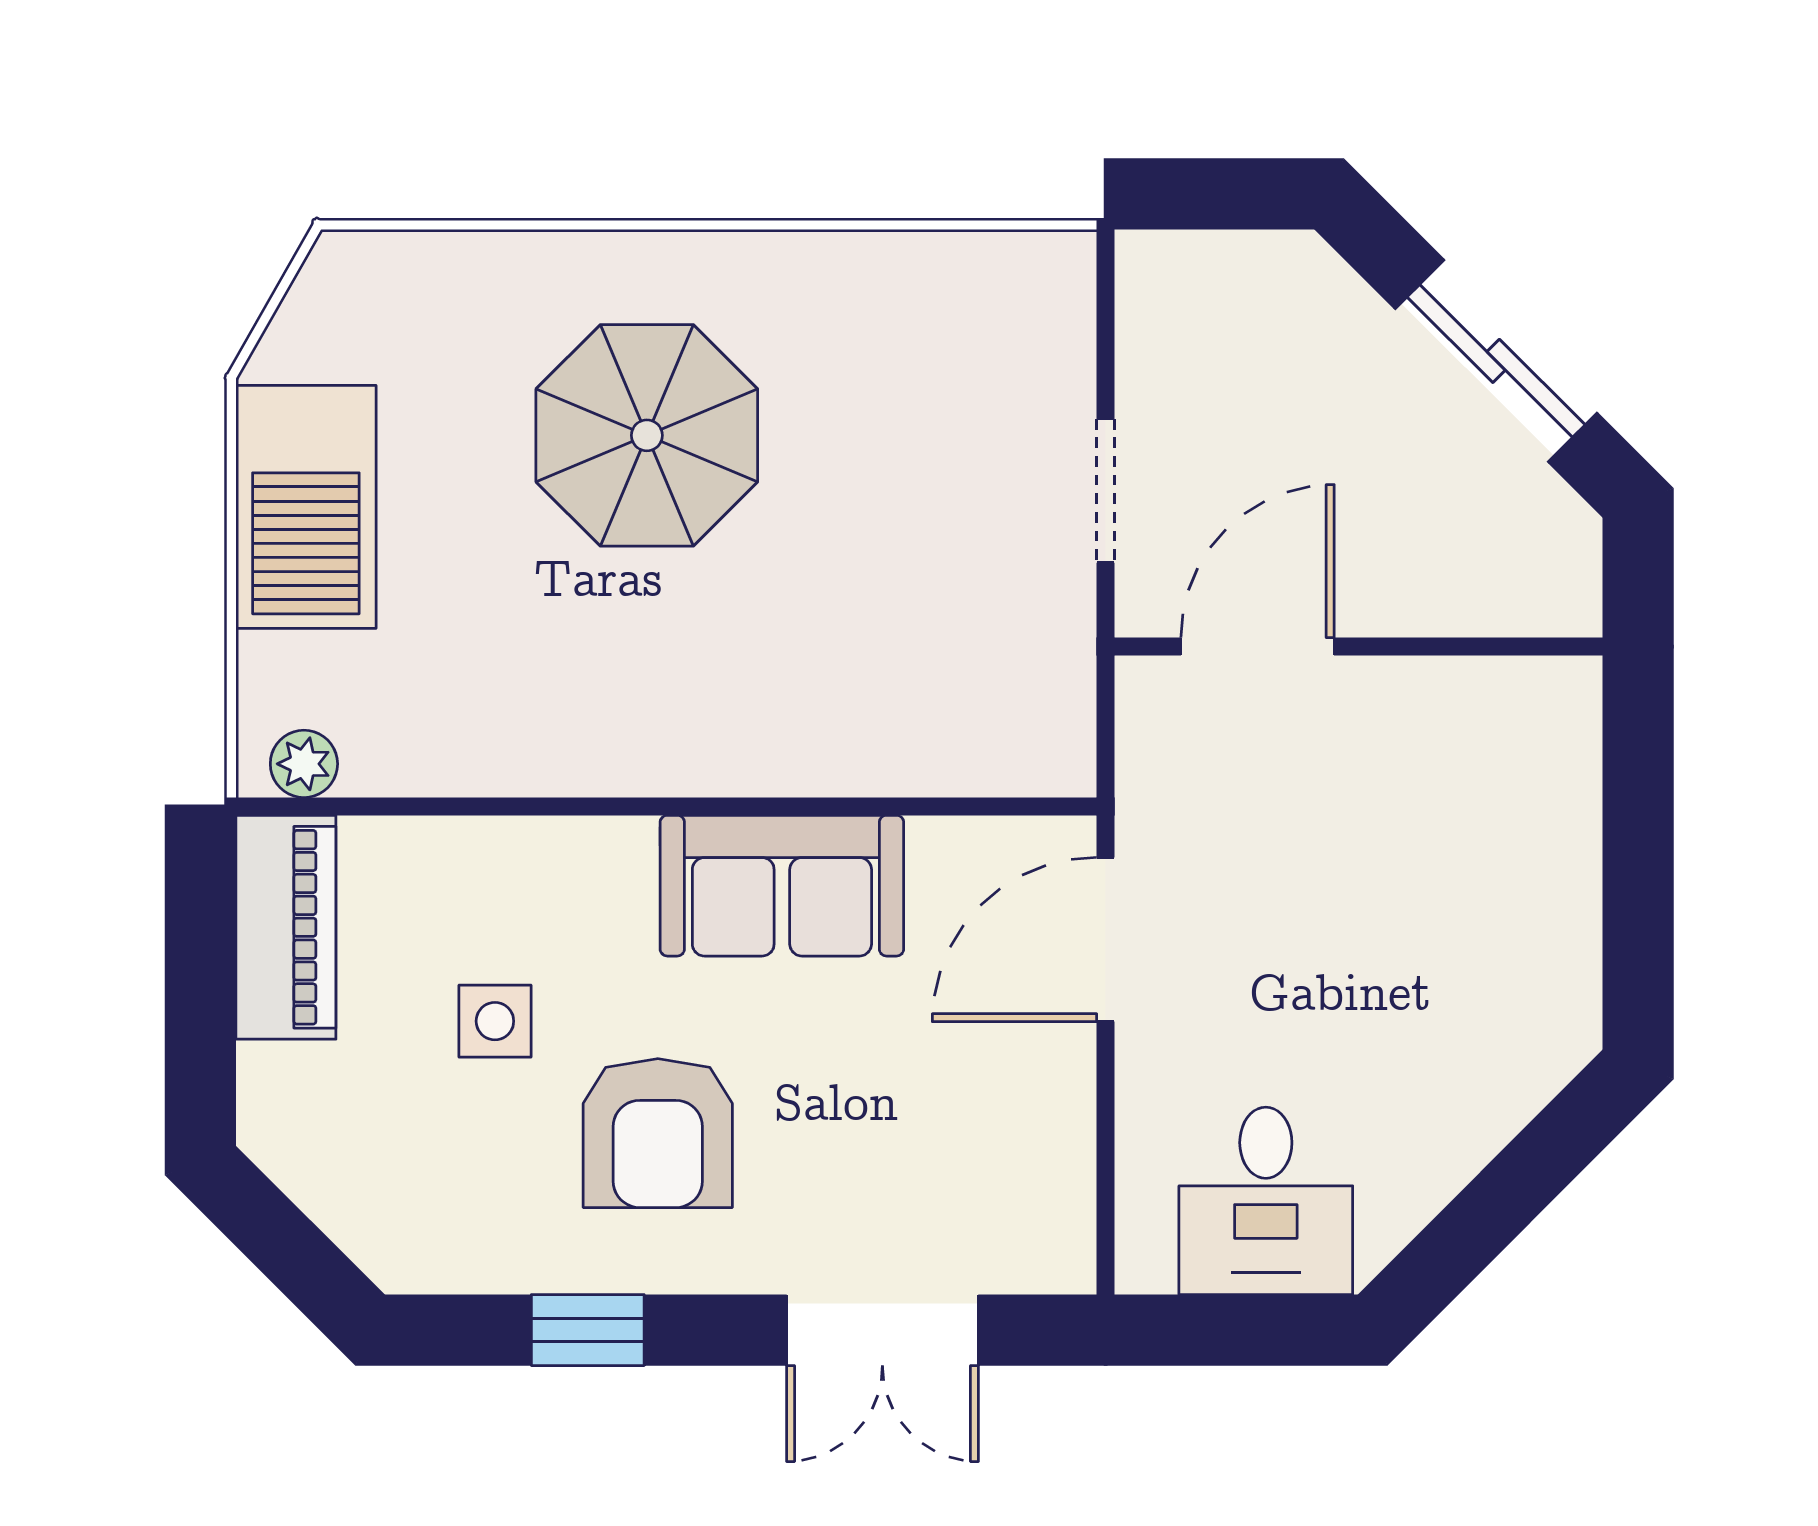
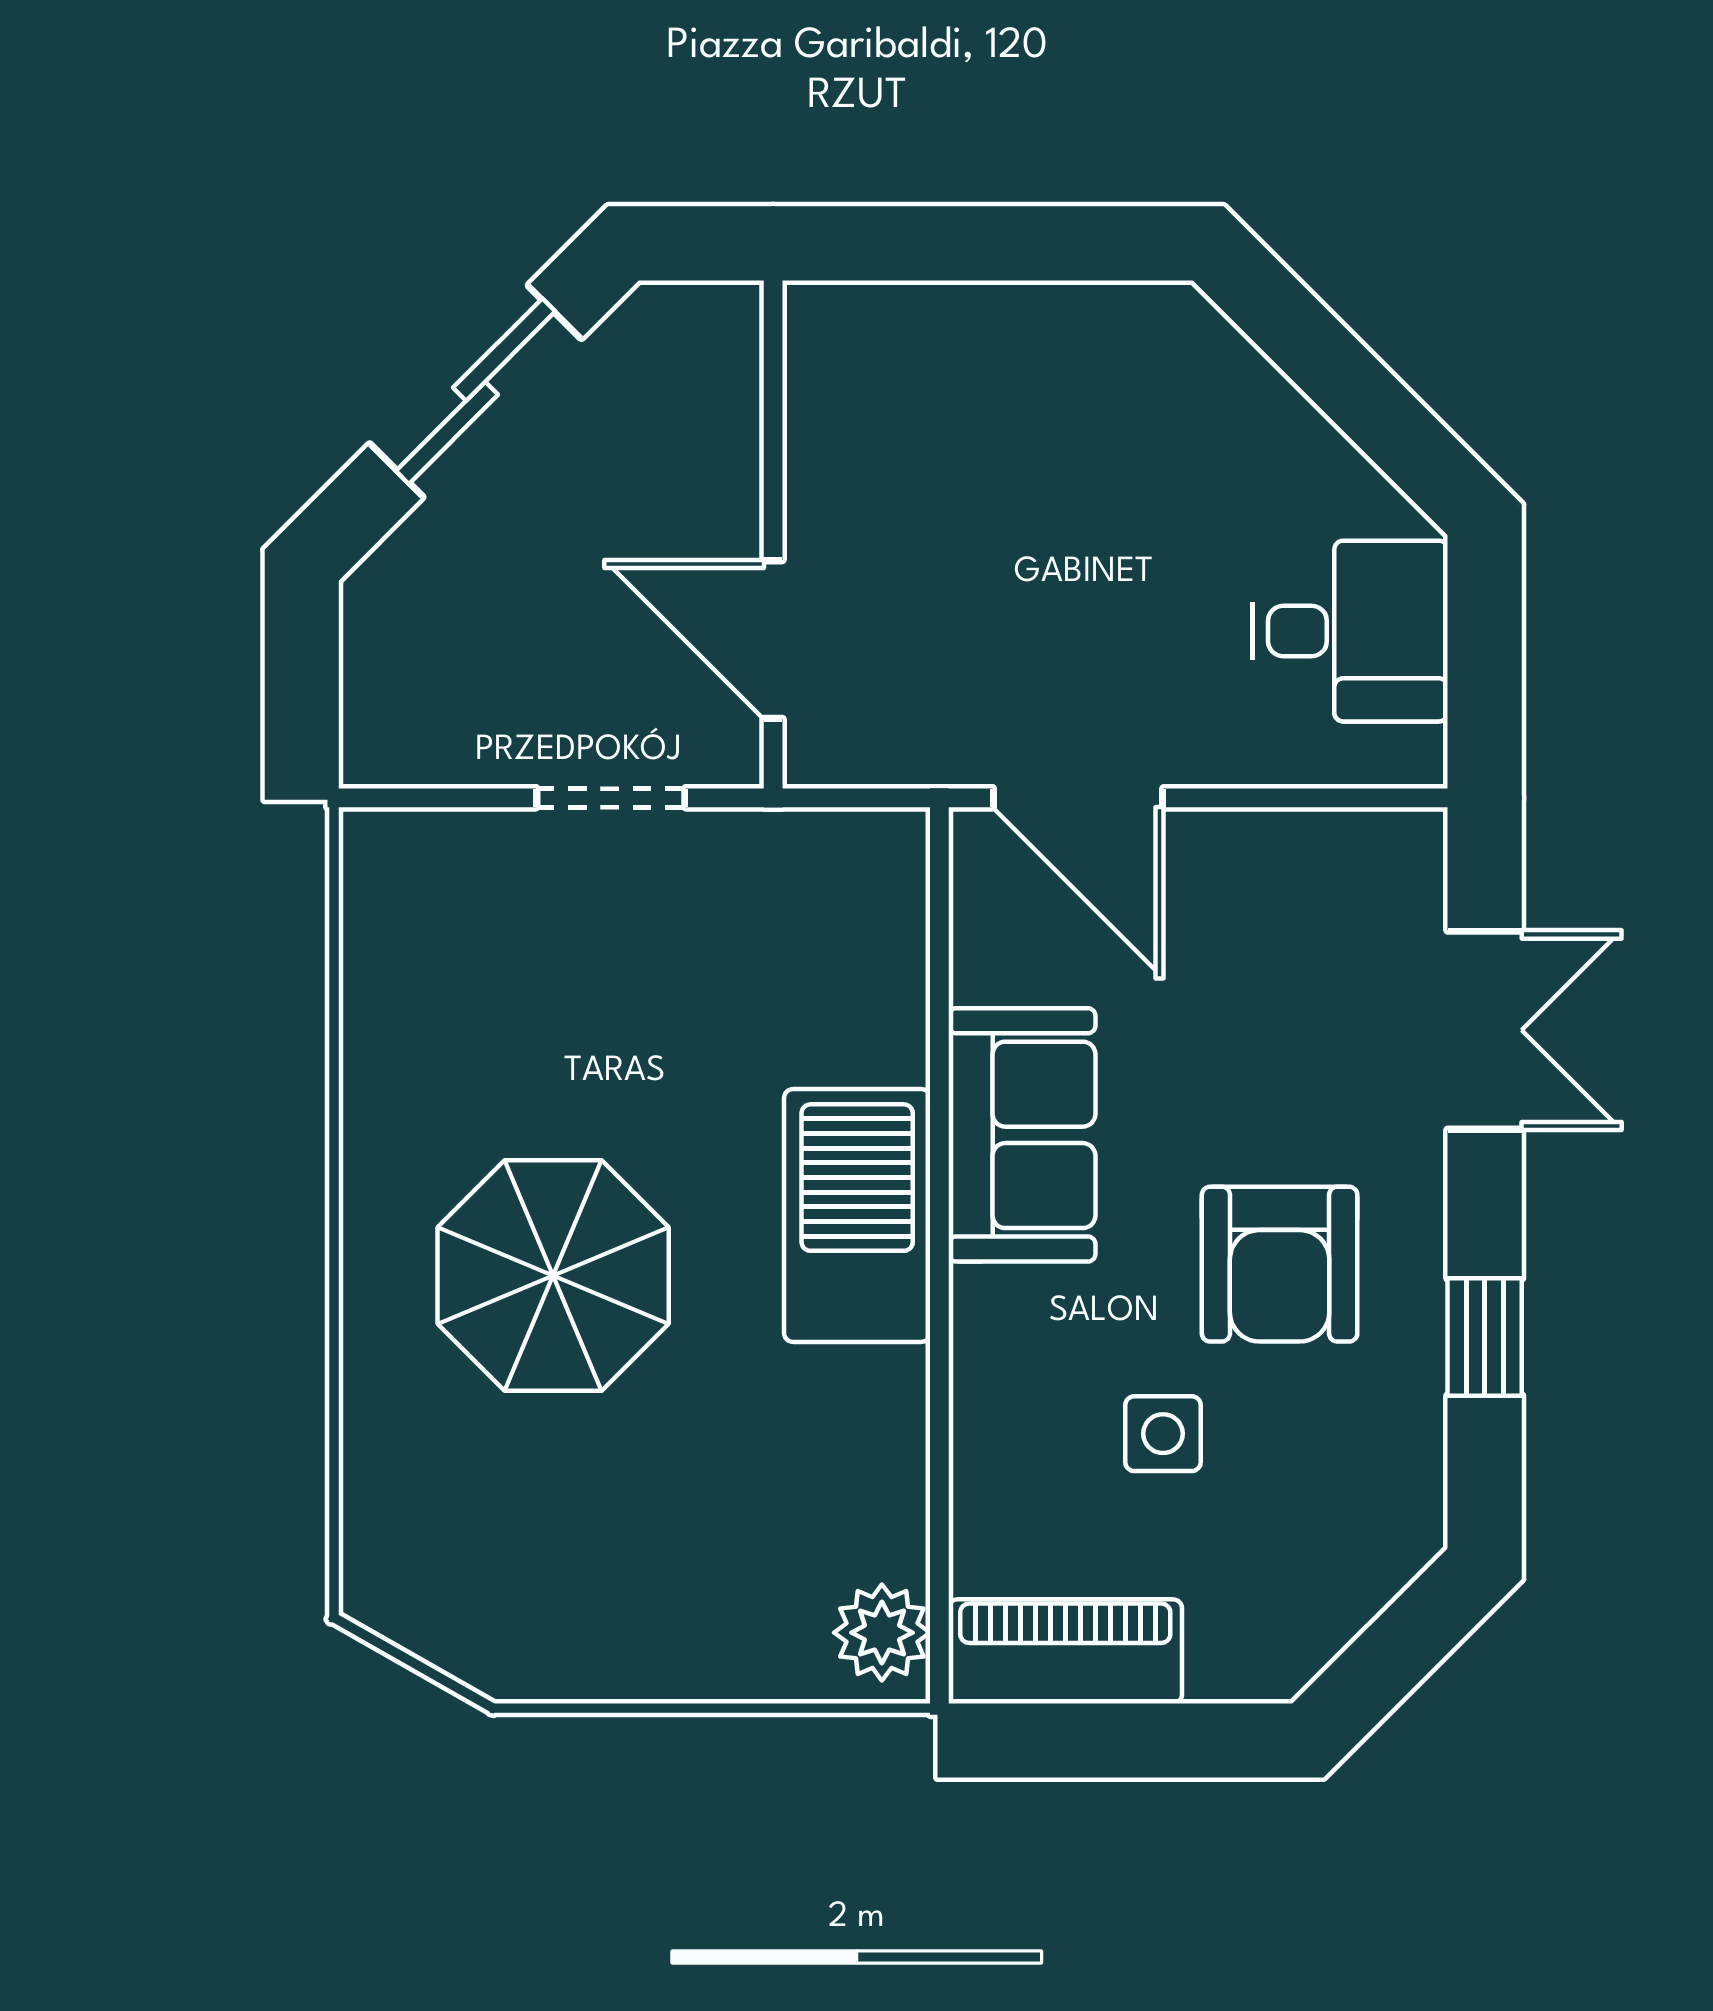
barbecue: (306, 507) -> (857, 1216), moved, turned -90
plant: (304, 764) -> (882, 1633), width x1.38, depth x1.38
armchair: (658, 1133) -> (1280, 1264), turned 90

